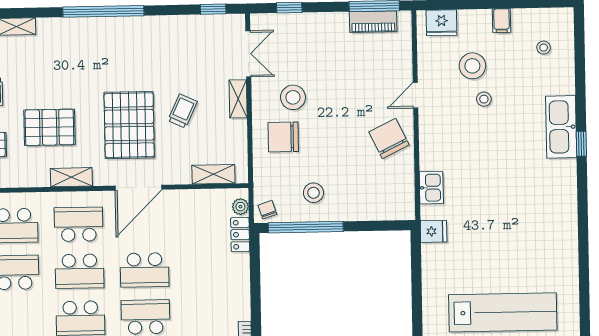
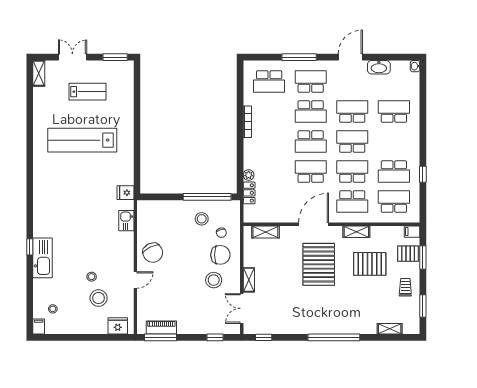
filing cabinet: (502, 21) -> (39, 327), moved
trolley: (183, 111) -> (284, 273), removed
plant: (240, 207) -> (249, 175), moved
chair: (267, 210) -> (221, 233), moved

